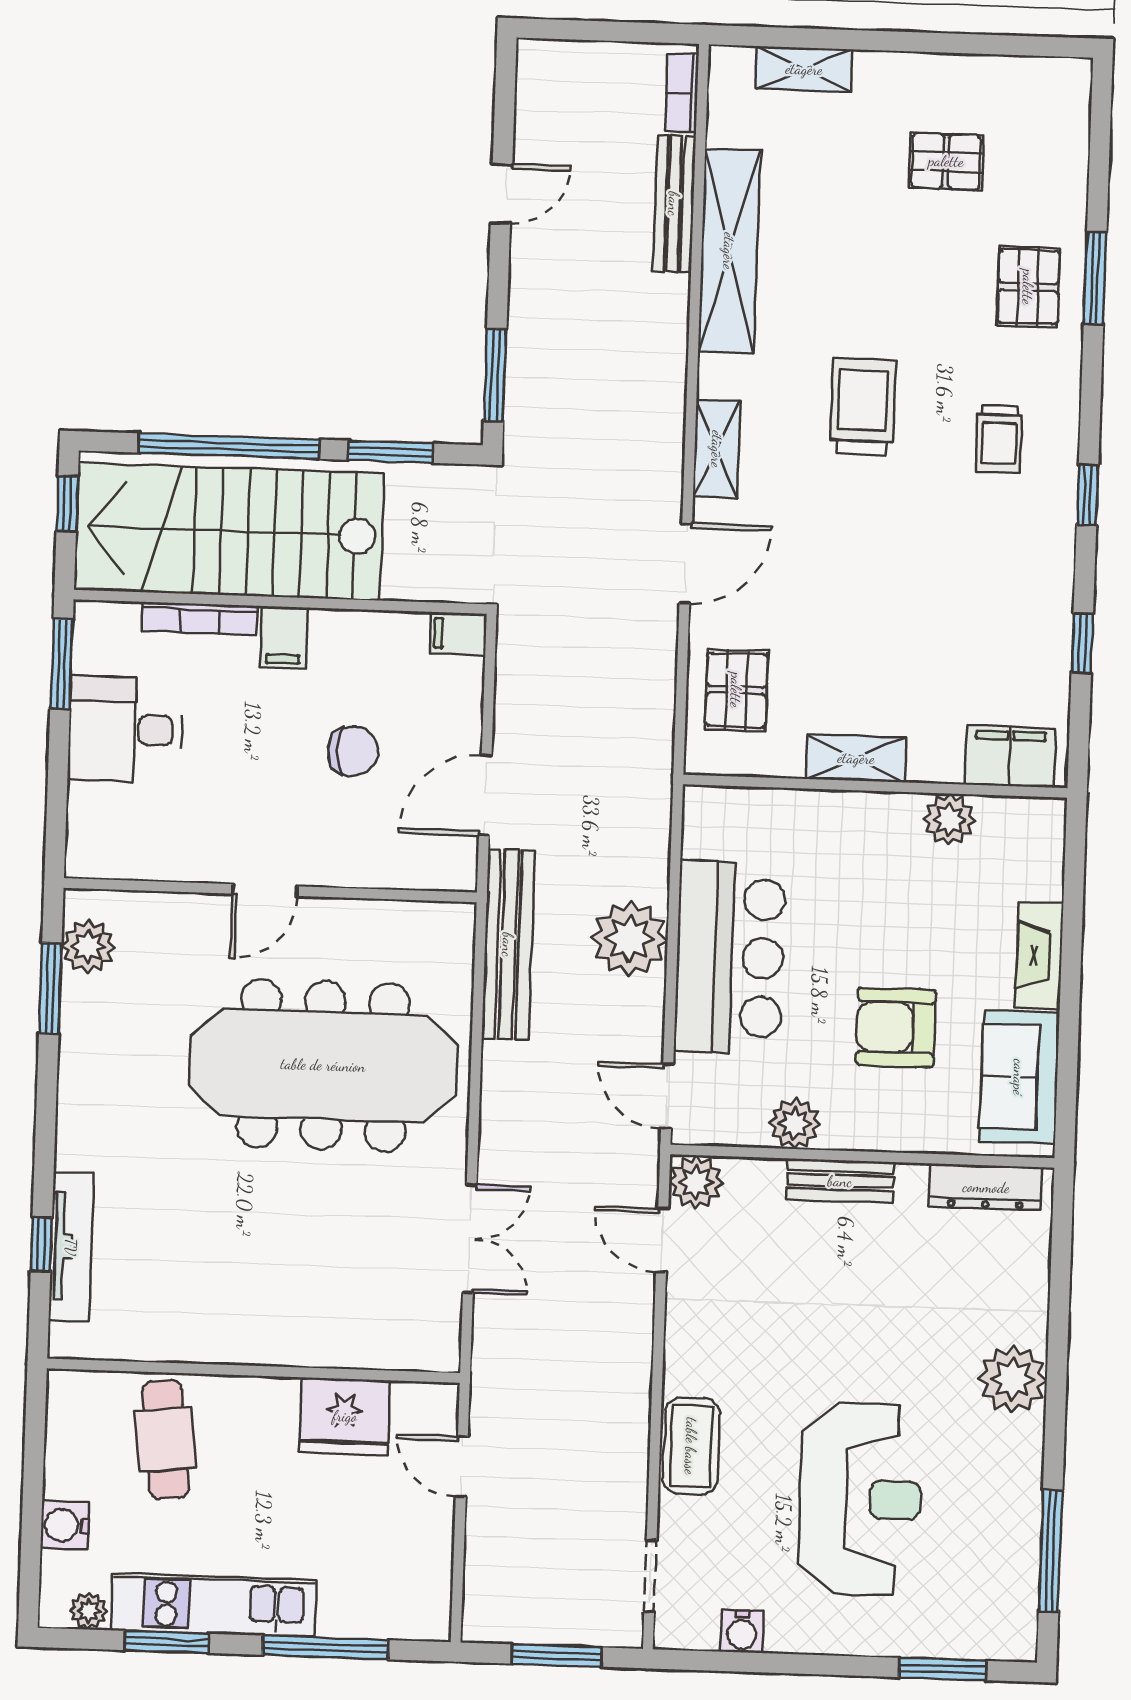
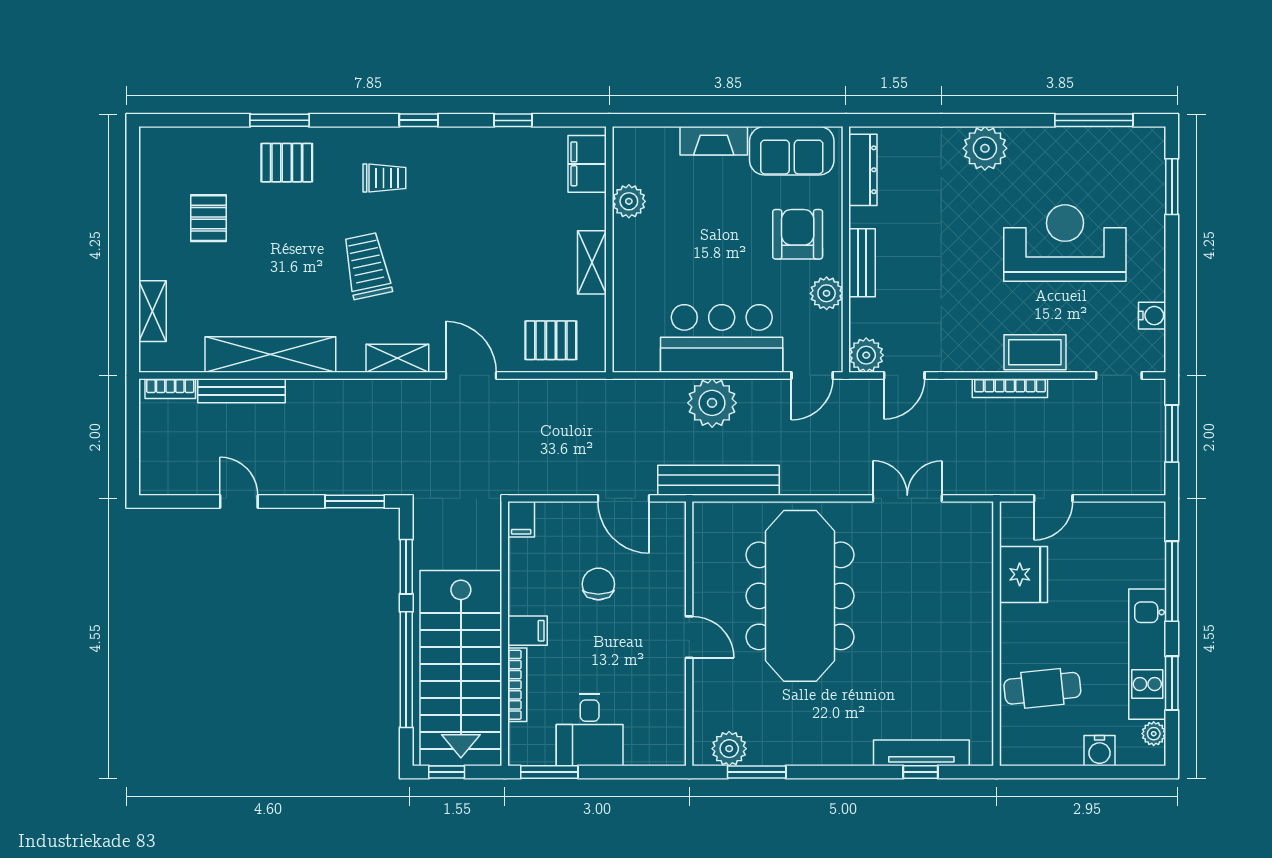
trolley: (863, 407) -> (367, 266), turned 78
armchair: (896, 1027) -> (798, 234), moved, turned 180
bookcase: (637, 1405) -> (1010, 388), added

